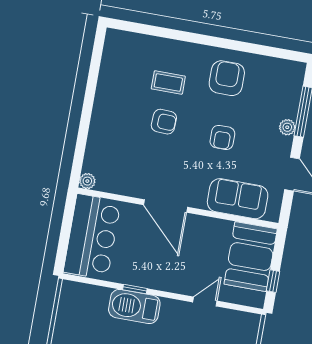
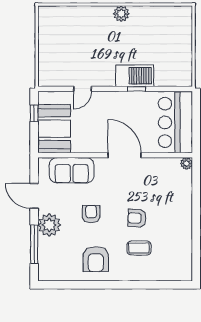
plant: (287, 127) -> (49, 225), width x1.87, depth x1.87

